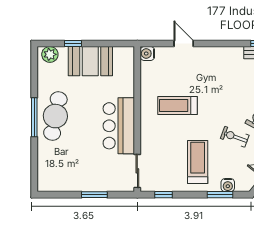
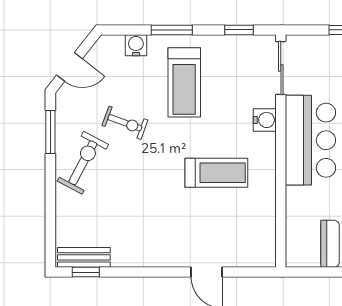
water cooler: (147, 54) -> (265, 120), moved
window: (220, 195) -> (172, 30), moved

